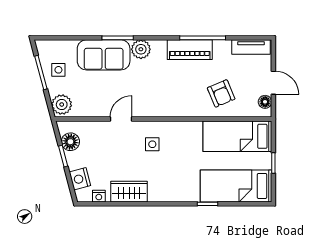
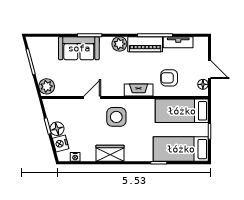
tv unit: (251, 47) -> (178, 42), moved
plant: (141, 49) -> (119, 44), moved
side table: (58, 70) -> (44, 60), removed
armchair: (221, 93) -> (169, 78), turned 113
fireplace: (181, 109) -> (139, 90), added
floor lamp: (70, 142) -> (57, 129), moved
side table: (152, 144) -> (116, 117), width x1.87, depth x1.87
wardrobe: (129, 192) -> (110, 153), moved

